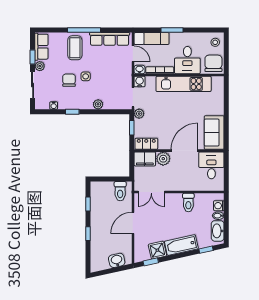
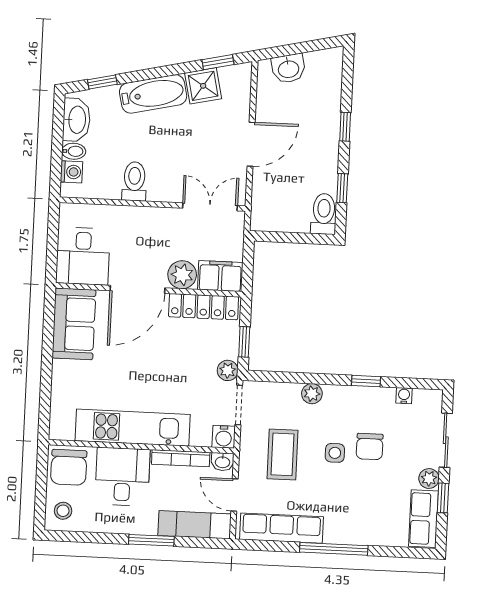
coffee table: (75, 48) -> (283, 454), moved
locker: (146, 144) -> (204, 307), width x1.53
toilet: (120, 191) -> (324, 214), moved

